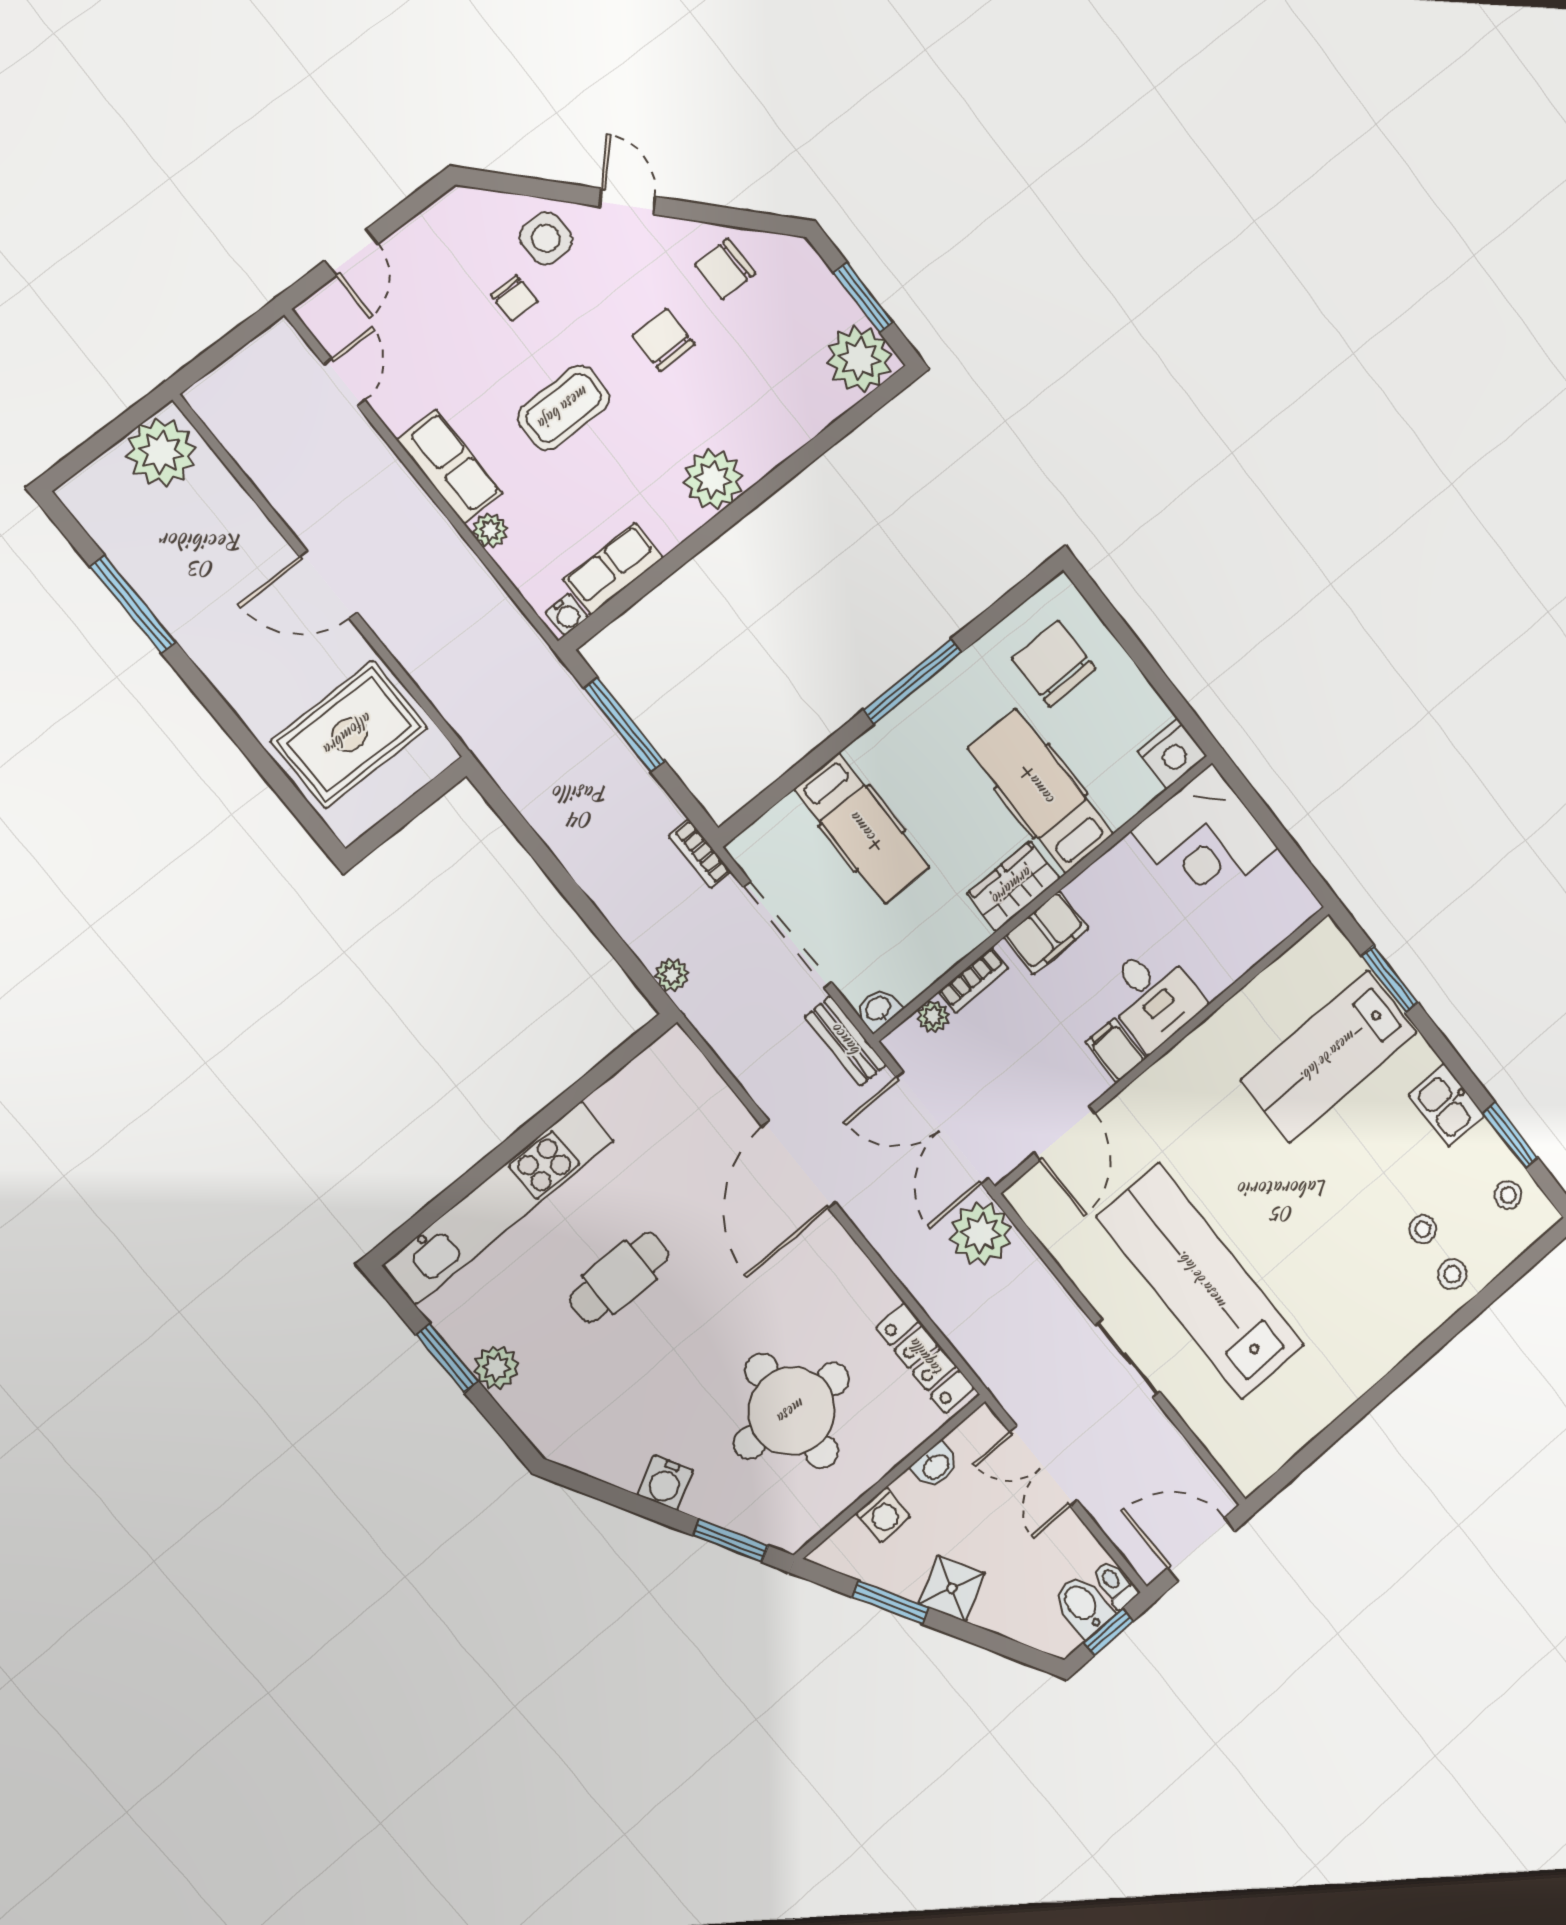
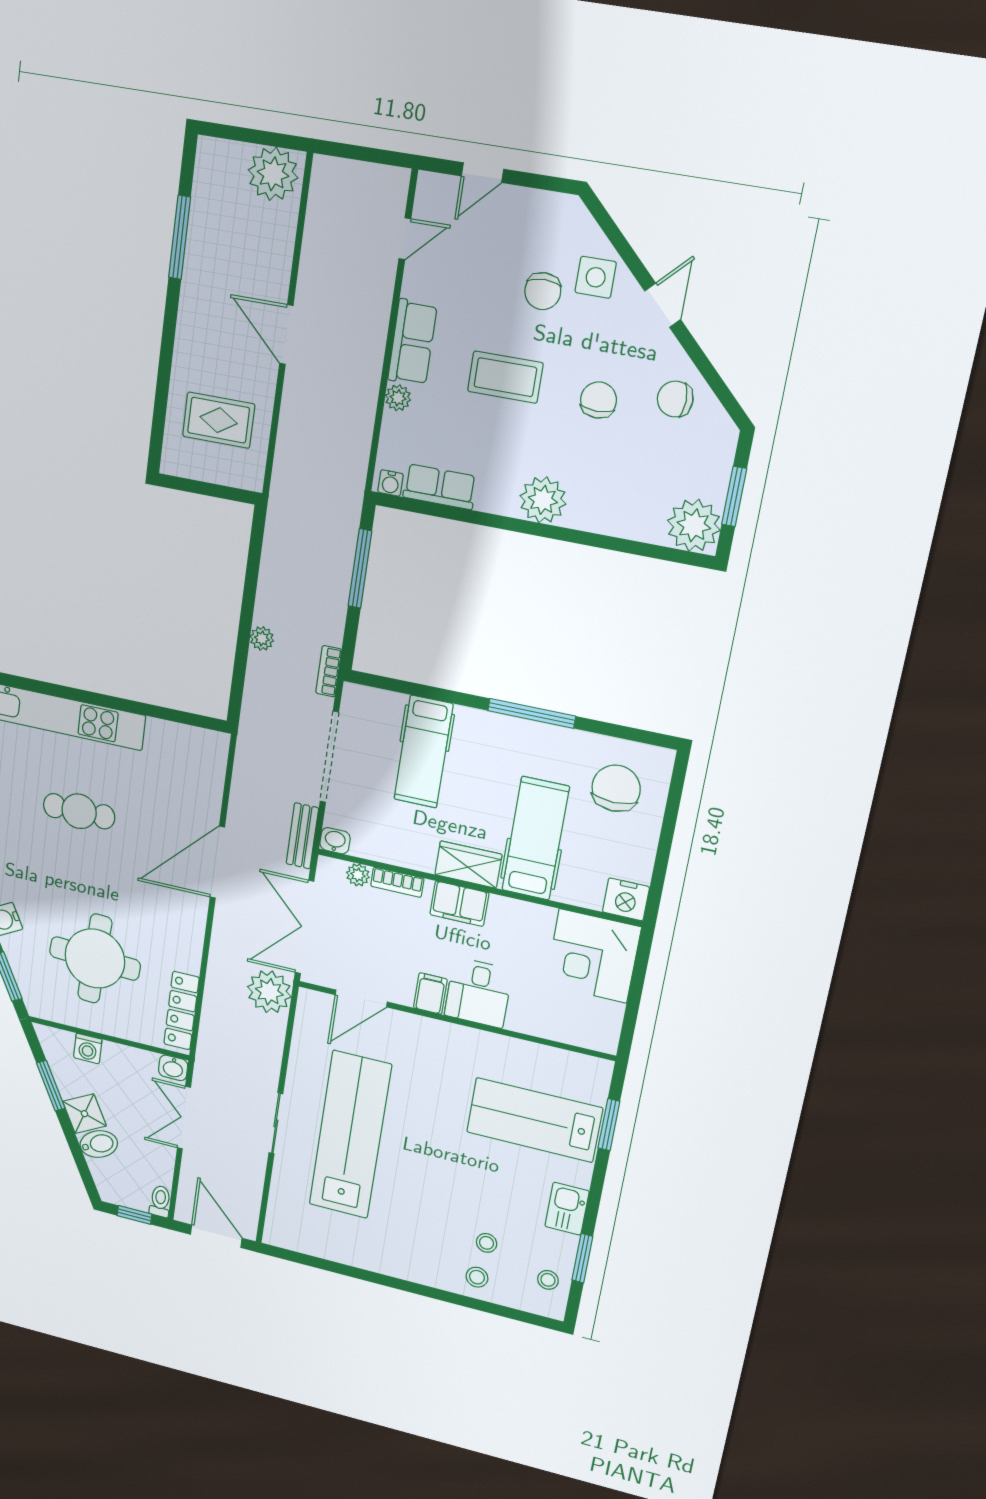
chair: (514, 298) -> (543, 291), width x1.37, depth x1.37
rug: (349, 734) -> (219, 420), width x0.73, depth x0.70
plant: (672, 975) -> (262, 638), moved
washbasin: (936, 1466) -> (173, 1068), moved
bidet: (1083, 1606) -> (99, 1144), moved, turned 62

